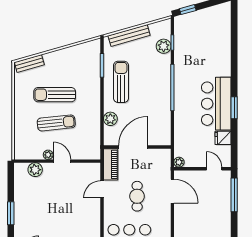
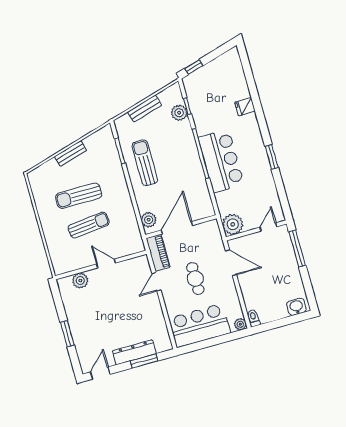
bench: (129, 35) -> (145, 108), width x0.73
bench: (29, 64) -> (71, 153), moved
bar counter: (216, 104) -> (221, 161), moved, turned 180
plant: (110, 119) -> (149, 220), moved
fridge: (223, 138) -> (245, 107), moved
plant: (48, 155) -> (89, 261), removed
plant: (179, 162) -> (233, 224), width x1.87, depth x1.87
door: (214, 169) -> (268, 227), hinge flipped

